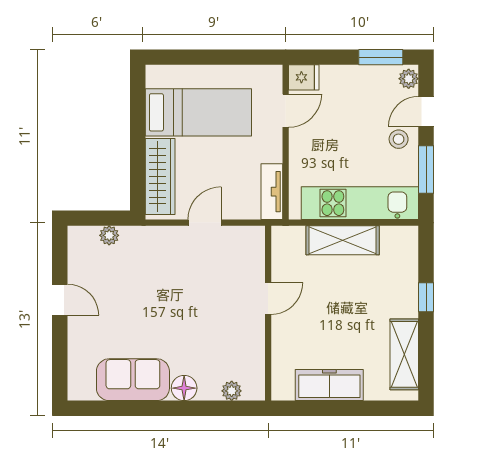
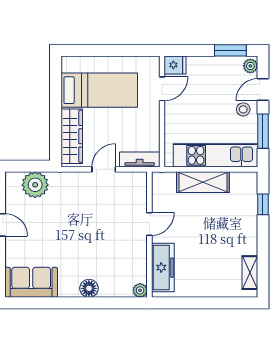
tv unit: (272, 192) -> (140, 160), moved, turned 90
plant: (109, 235) -> (35, 185), width x1.88, depth x1.88
window: (426, 297) -> (263, 204), moved
shelving: (404, 354) -> (250, 273), width x0.67, depth x0.75
sofa: (133, 380) -> (31, 282), moved
freezer: (329, 385) -> (163, 268), moved, turned 90
plant: (232, 391) -> (140, 290), moved

